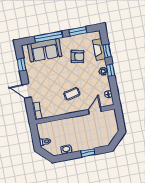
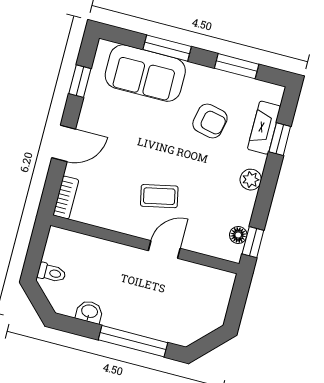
window: (48, 37) -> (167, 48), width x0.69
window: (111, 70) -> (253, 242), moved
door: (27, 91) -> (64, 143), swing flipped
door: (95, 111) -> (164, 249), moved
window: (88, 153) -> (133, 341), width x2.17

